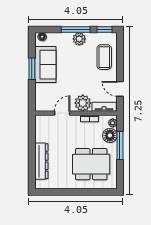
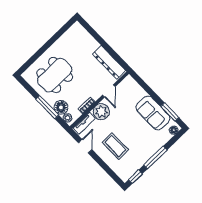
plant: (79, 39) -> (147, 153), removed
coffee table: (104, 57) -> (115, 146), moved
window: (32, 69) -> (170, 112), moved
door: (120, 89) -> (85, 146), hinge flipped
dresser: (41, 161) -> (109, 62), moved

